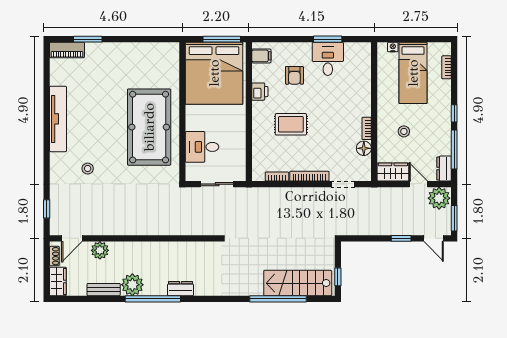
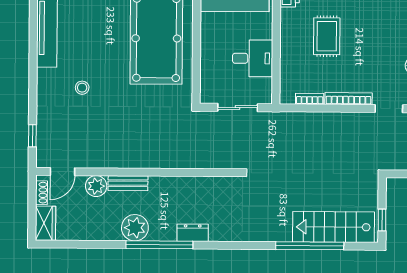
rug: (291, 124) -> (327, 36), turned 90
desk: (202, 147) -> (252, 58), moved, turned 180
bench: (104, 290) -> (128, 183), moved

